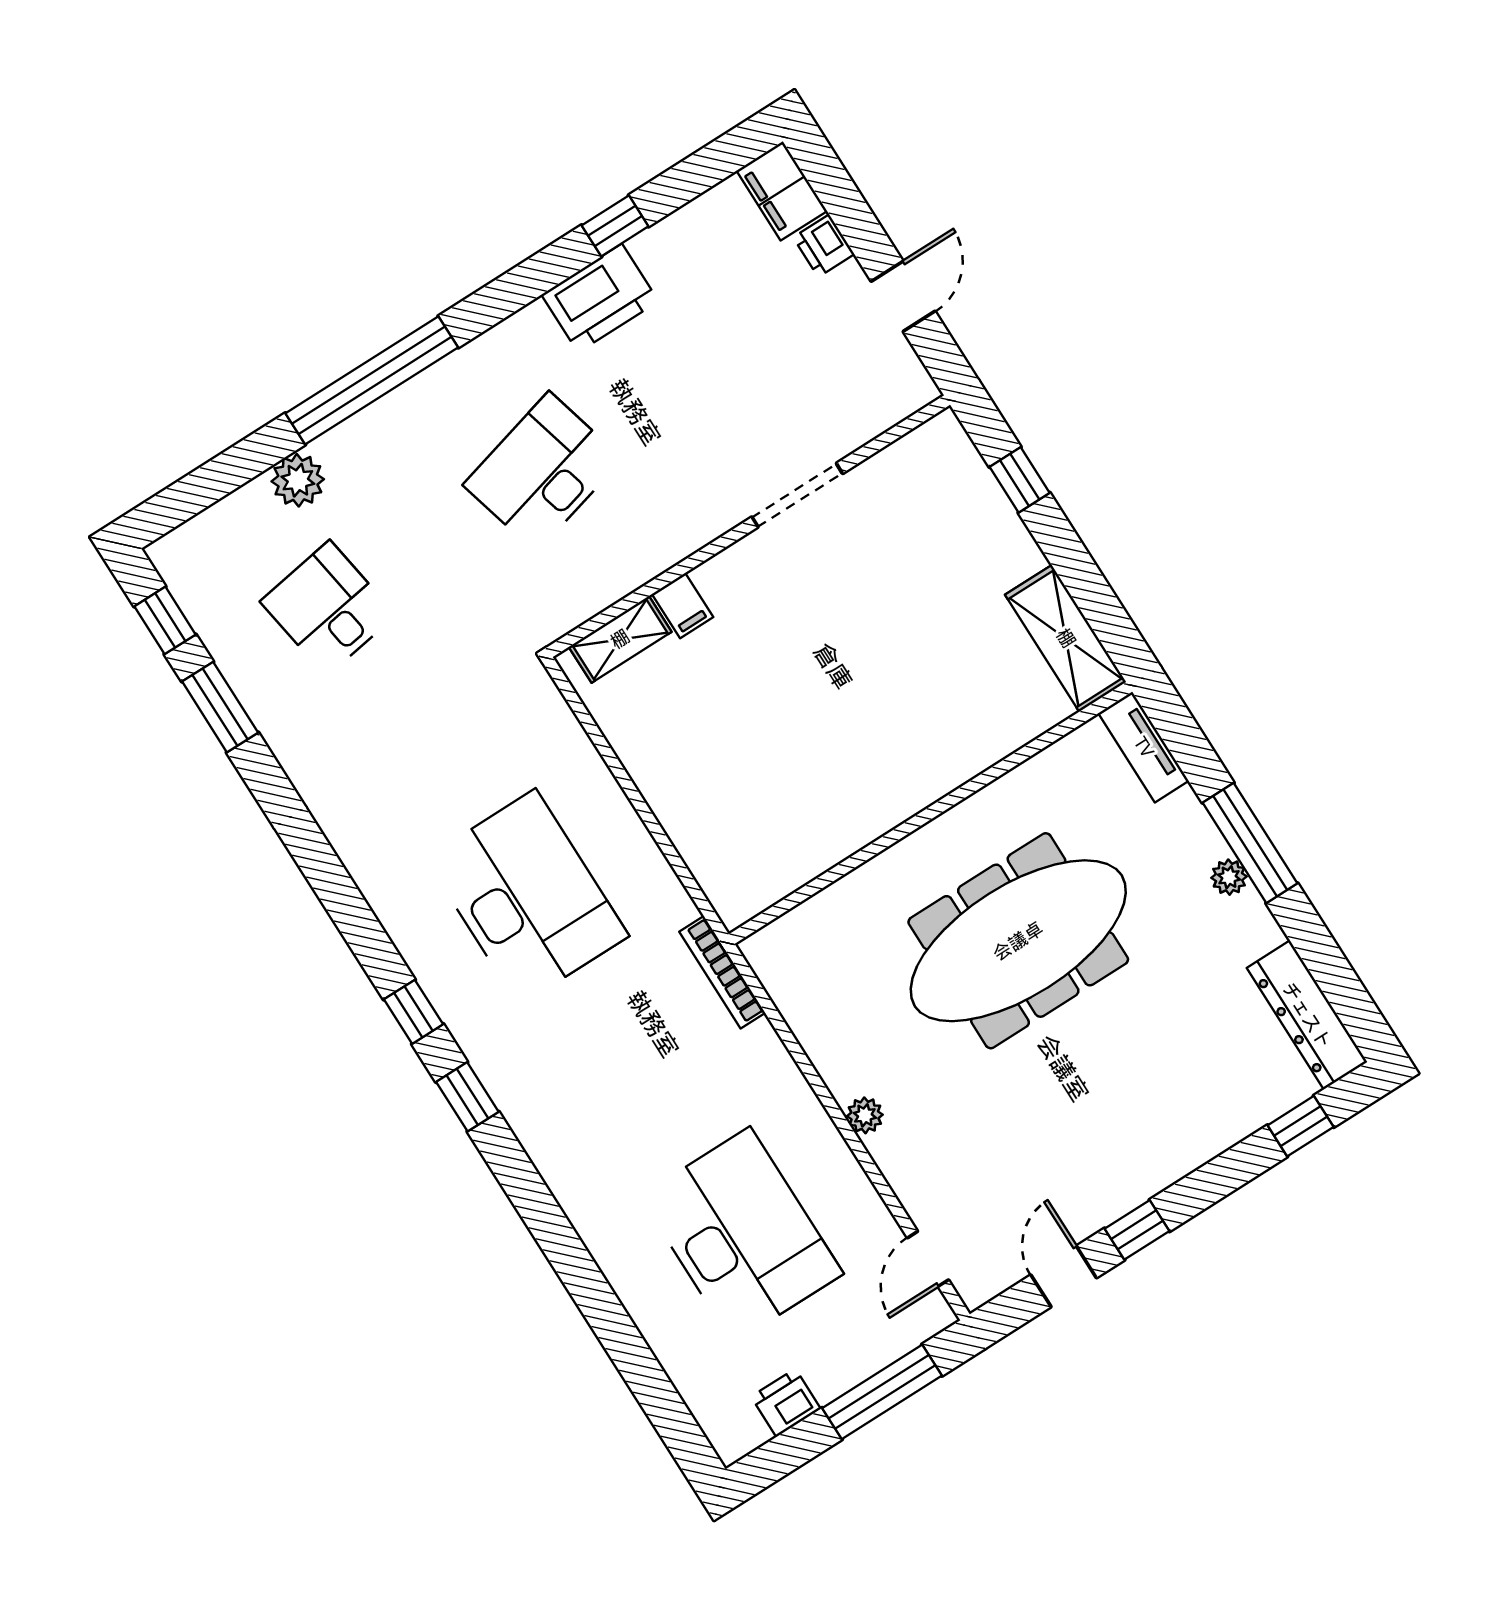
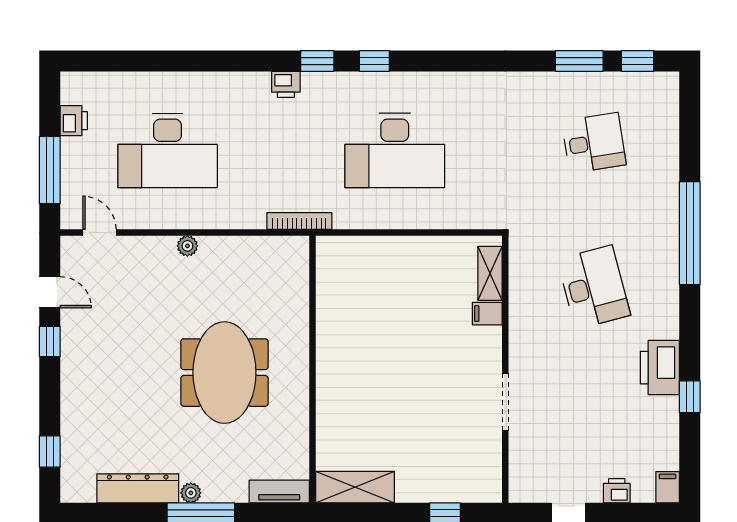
filing cabinet: (782, 191) -> (668, 487), width x0.50
plant: (298, 480) -> (664, 167), removed
meeting table: (1018, 941) -> (224, 373), width x0.73
dresser: (1307, 1015) -> (138, 488), moved
printer: (532, 1122) -> (286, 84), added

